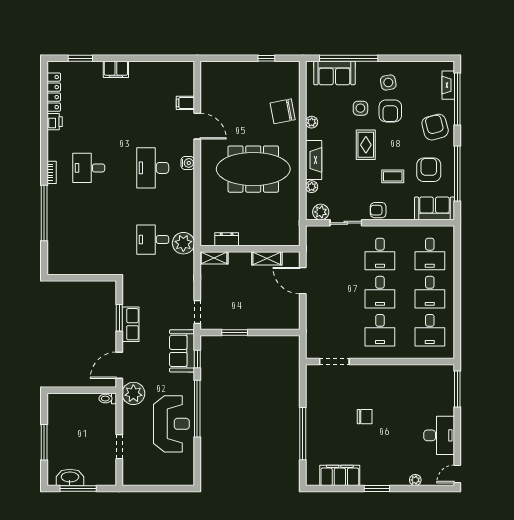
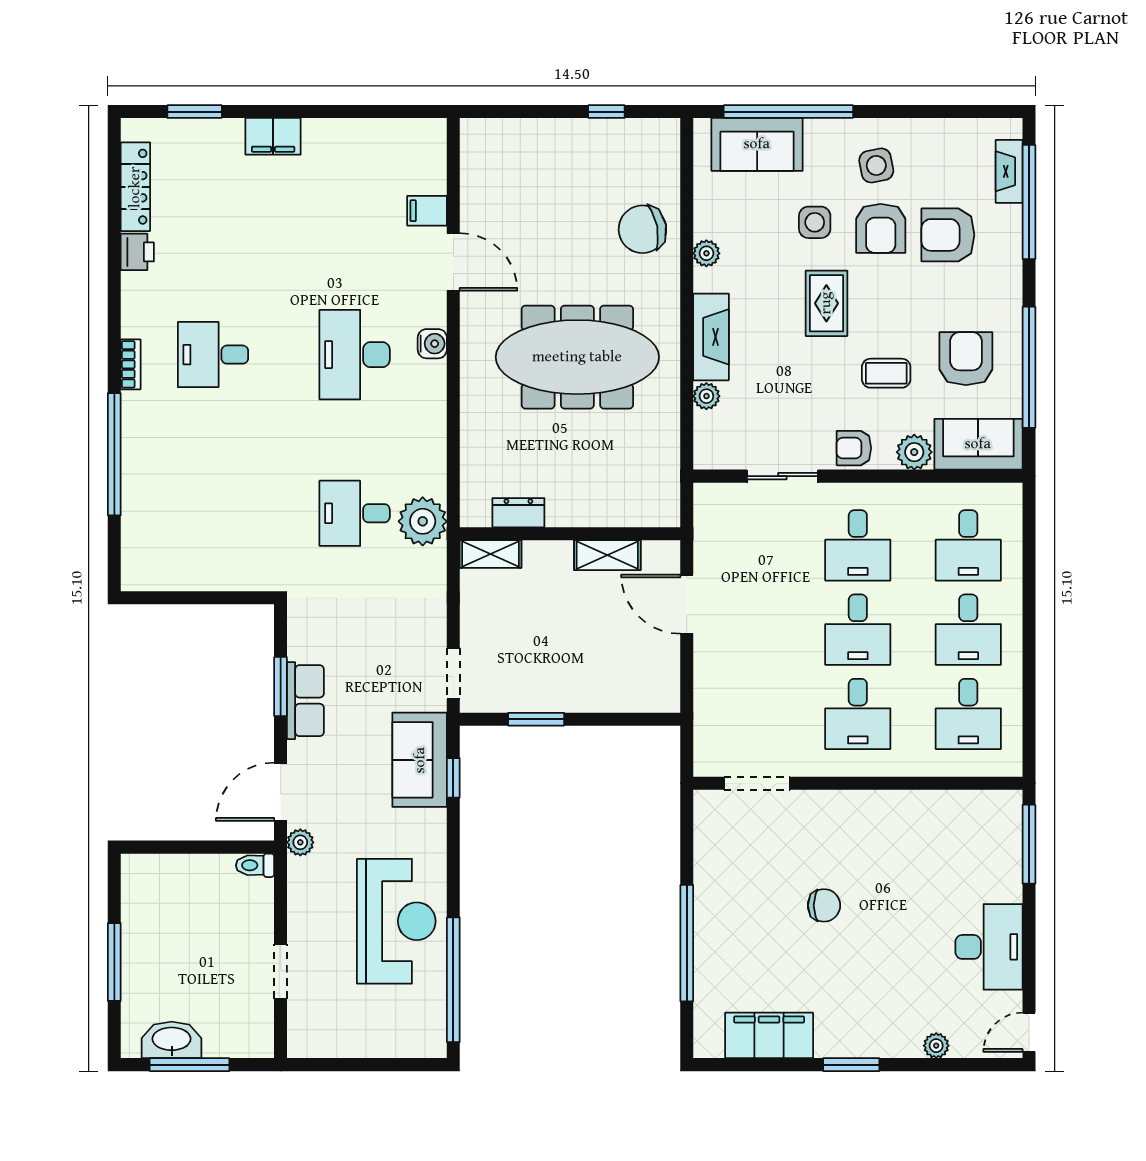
armchair: (435, 127) -> (948, 235), moved, turned -75
plant: (321, 212) -> (914, 452), moved
plant: (133, 393) -> (300, 842), width x0.53, depth x0.53
window: (197, 409) -> (453, 980), moved

